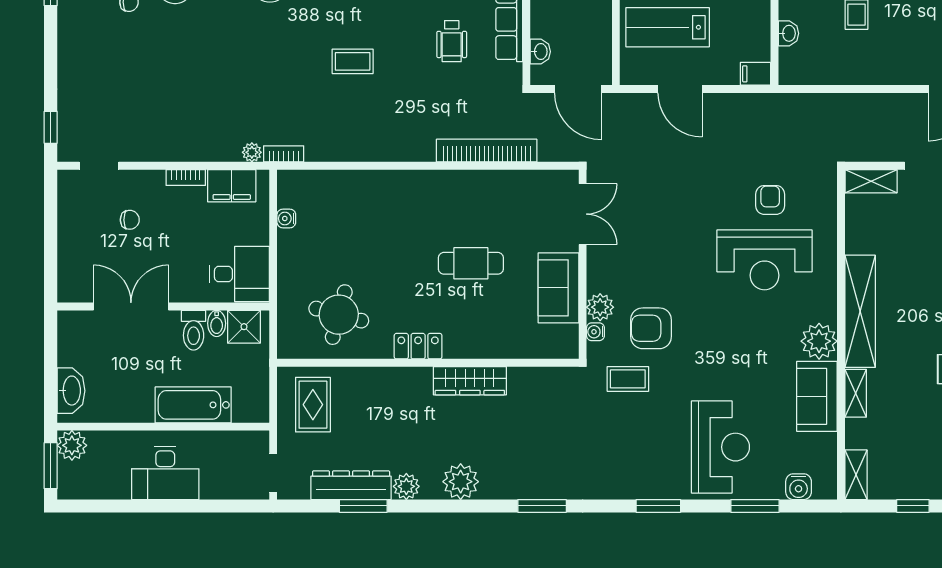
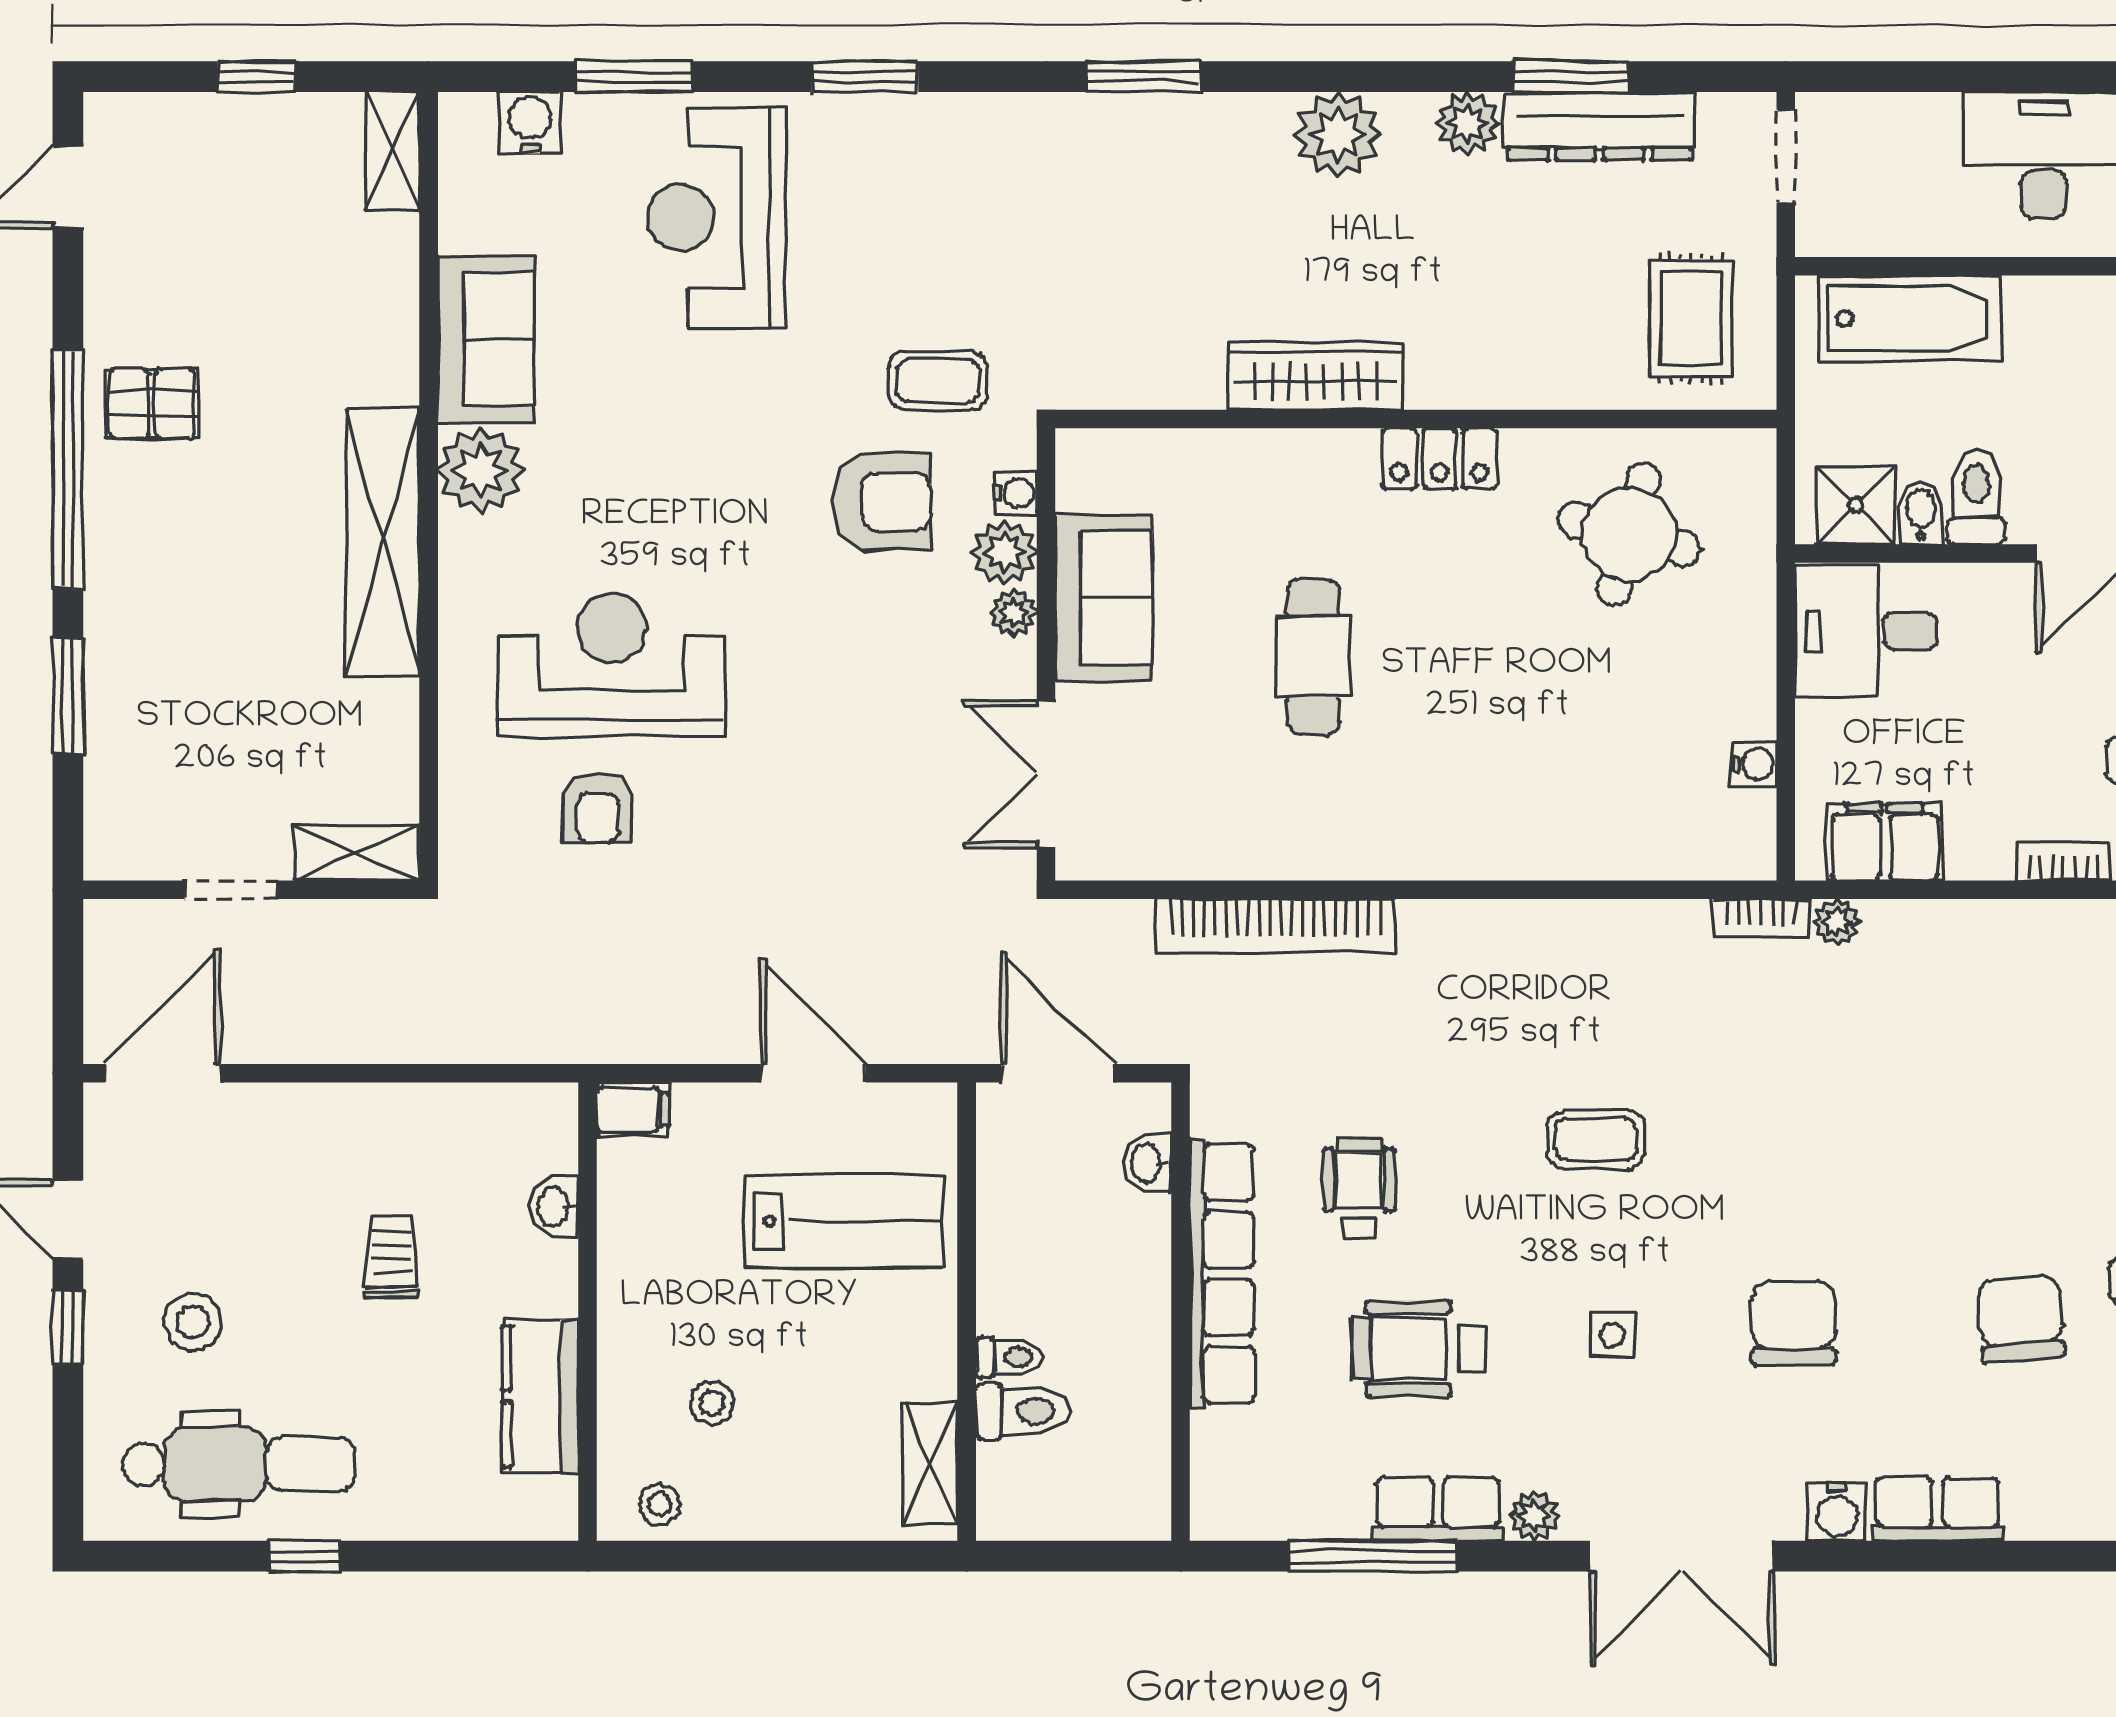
bookcase: (186, 178) -> (2064, 862), moved
cafe table: (471, 263) -> (1313, 657), turned 90
plant: (596, 282) -> (1014, 613), added
shelving: (856, 393) -> (394, 346), removed
bathtub: (193, 405) -> (1910, 318), moved

